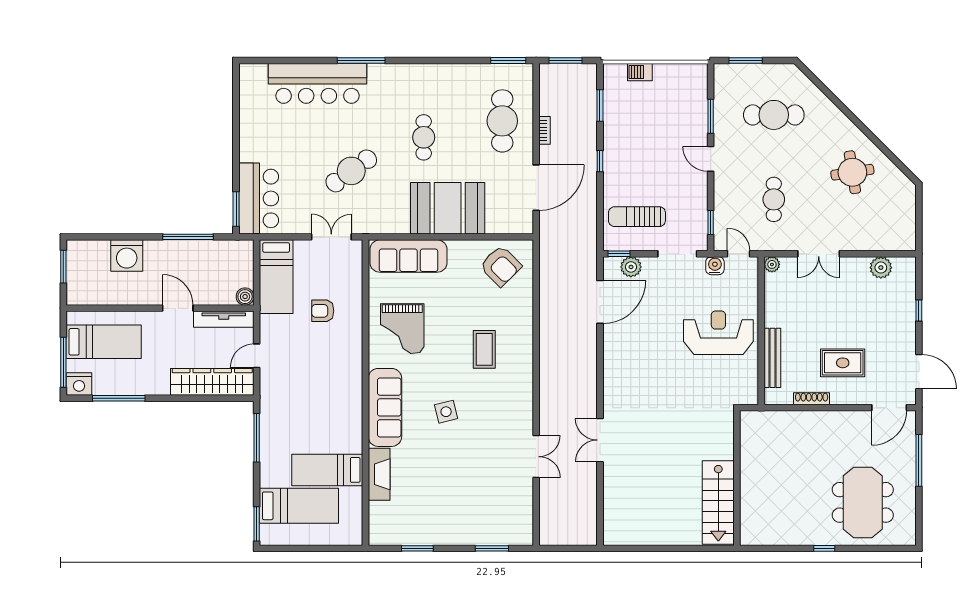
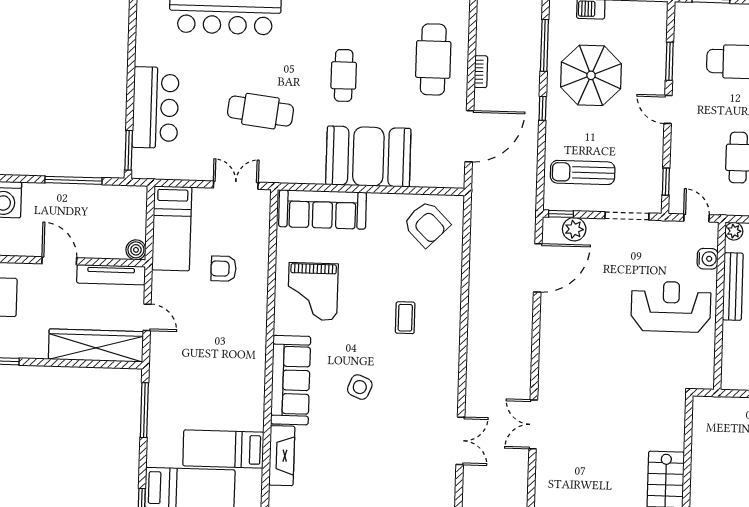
window: (600, 106) -> (544, 45), width x1.44
parasol: (642, 131) -> (591, 75), added
cafe table: (351, 171) -> (260, 111), turned 43
bar counter: (259, 198) -> (156, 107), moved
water cooler: (715, 266) -> (708, 259), moved, turned 90
coffee table: (484, 349) -> (405, 318), width x0.73, depth x0.77
door: (257, 356) -> (147, 317), swing flipped
bench: (772, 358) -> (733, 286), moved
side table: (446, 412) -> (360, 387), turned 37

